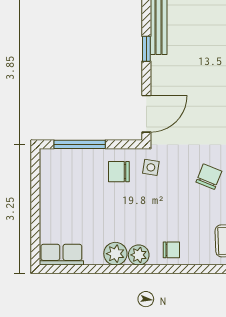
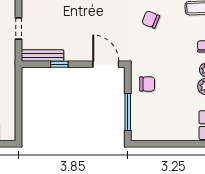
side table: (151, 167) -> (144, 61), removed
chair: (119, 172) -> (147, 84), turned -90

